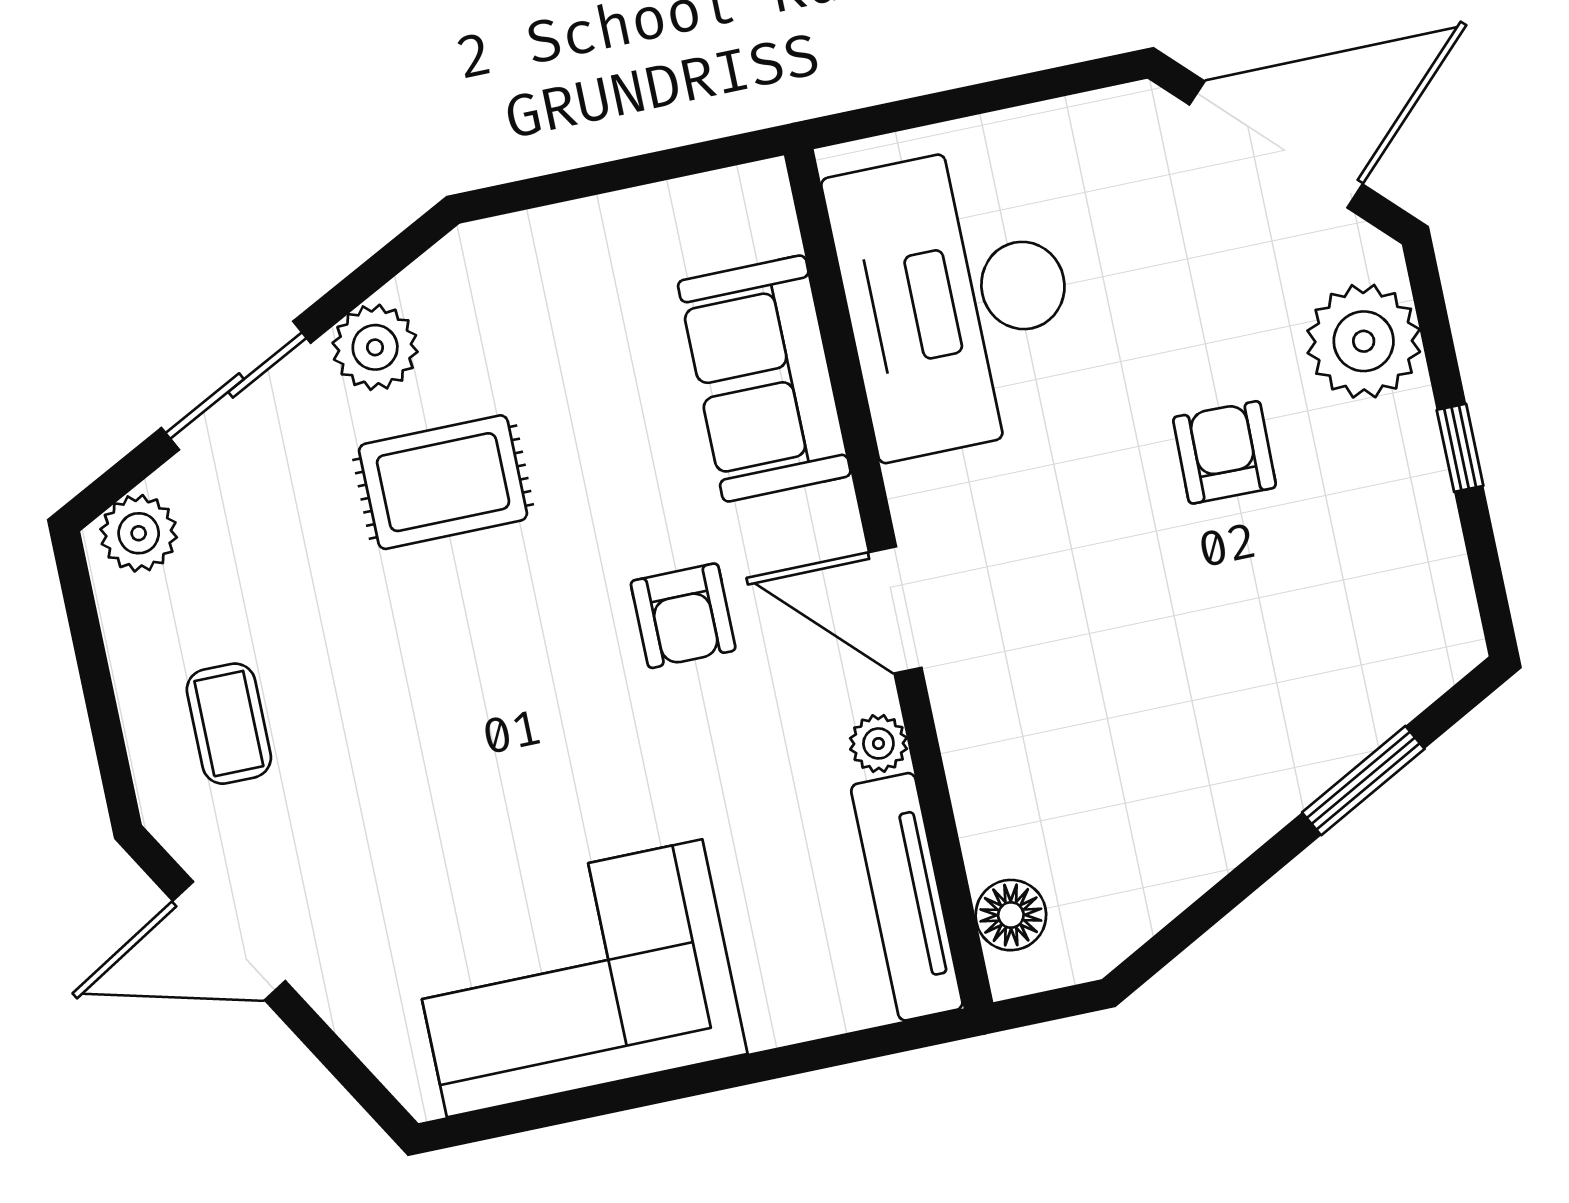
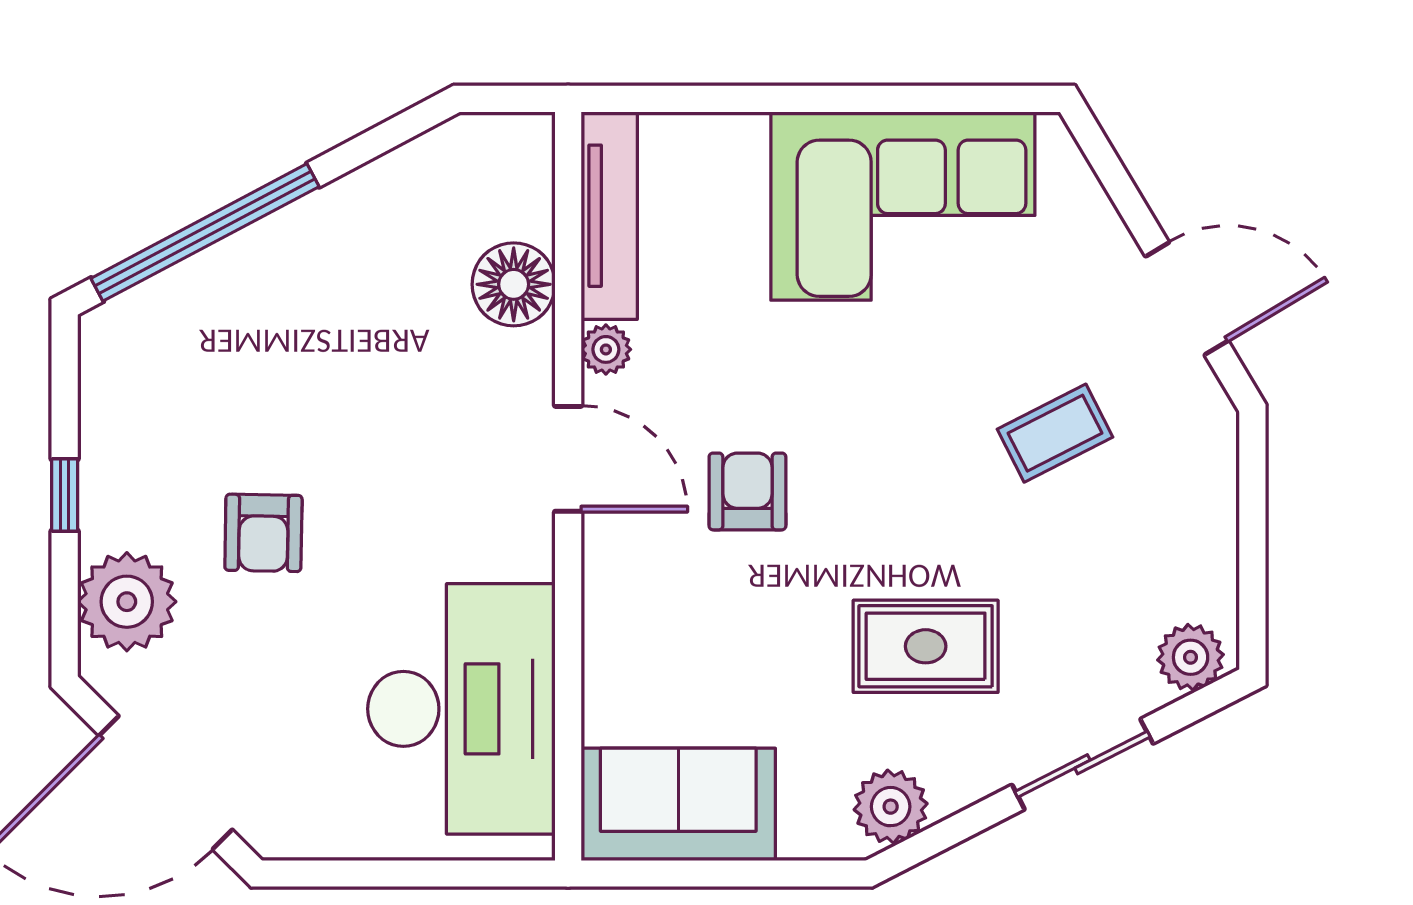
plant: (375, 347) -> (891, 807), moved
sofa: (764, 379) -> (678, 804), moved, turned -90
coffee table: (229, 724) -> (1055, 433), moved, turned 63
window: (1363, 781) -> (205, 232), width x2.11
floor lamp: (1011, 915) -> (514, 284), moved, width x1.38, depth x1.38

